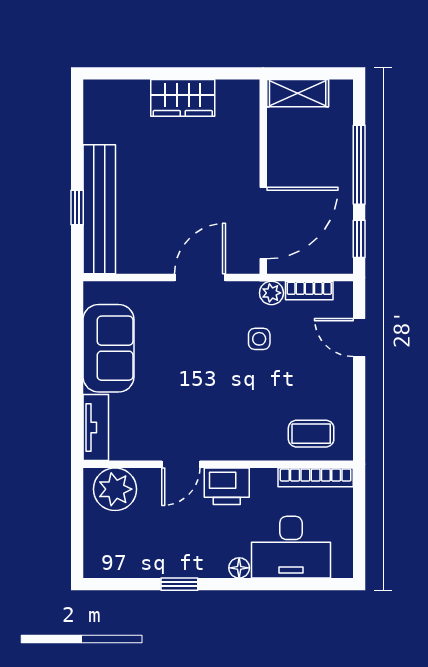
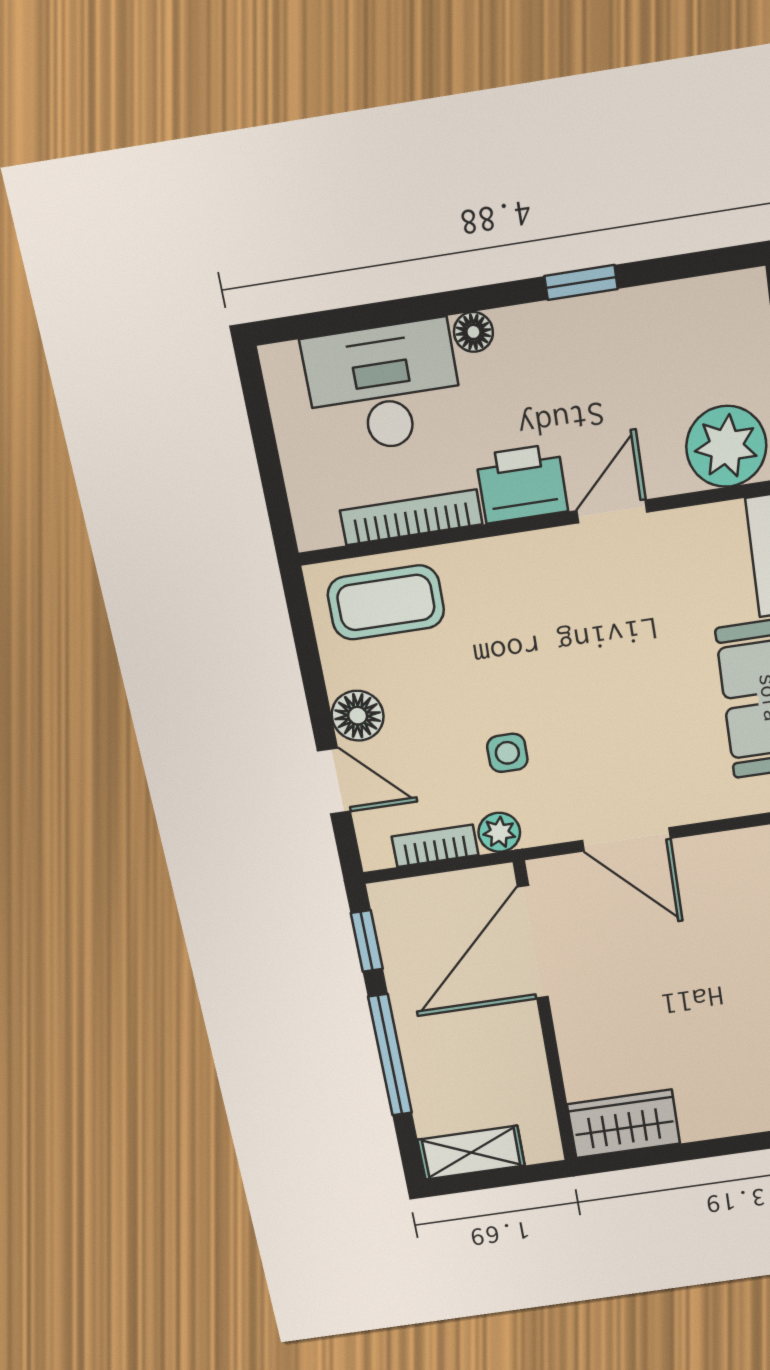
shelving: (298, 93) -> (471, 1153), moved
wardrobe: (183, 98) -> (624, 1124), moved
door: (200, 277) -> (626, 839), hinge flipped
floor lamp: (339, 373) -> (358, 716), added
coffee table: (311, 434) -> (386, 603), width x1.36, depth x1.30
bookcase: (316, 477) -> (411, 517), moved

